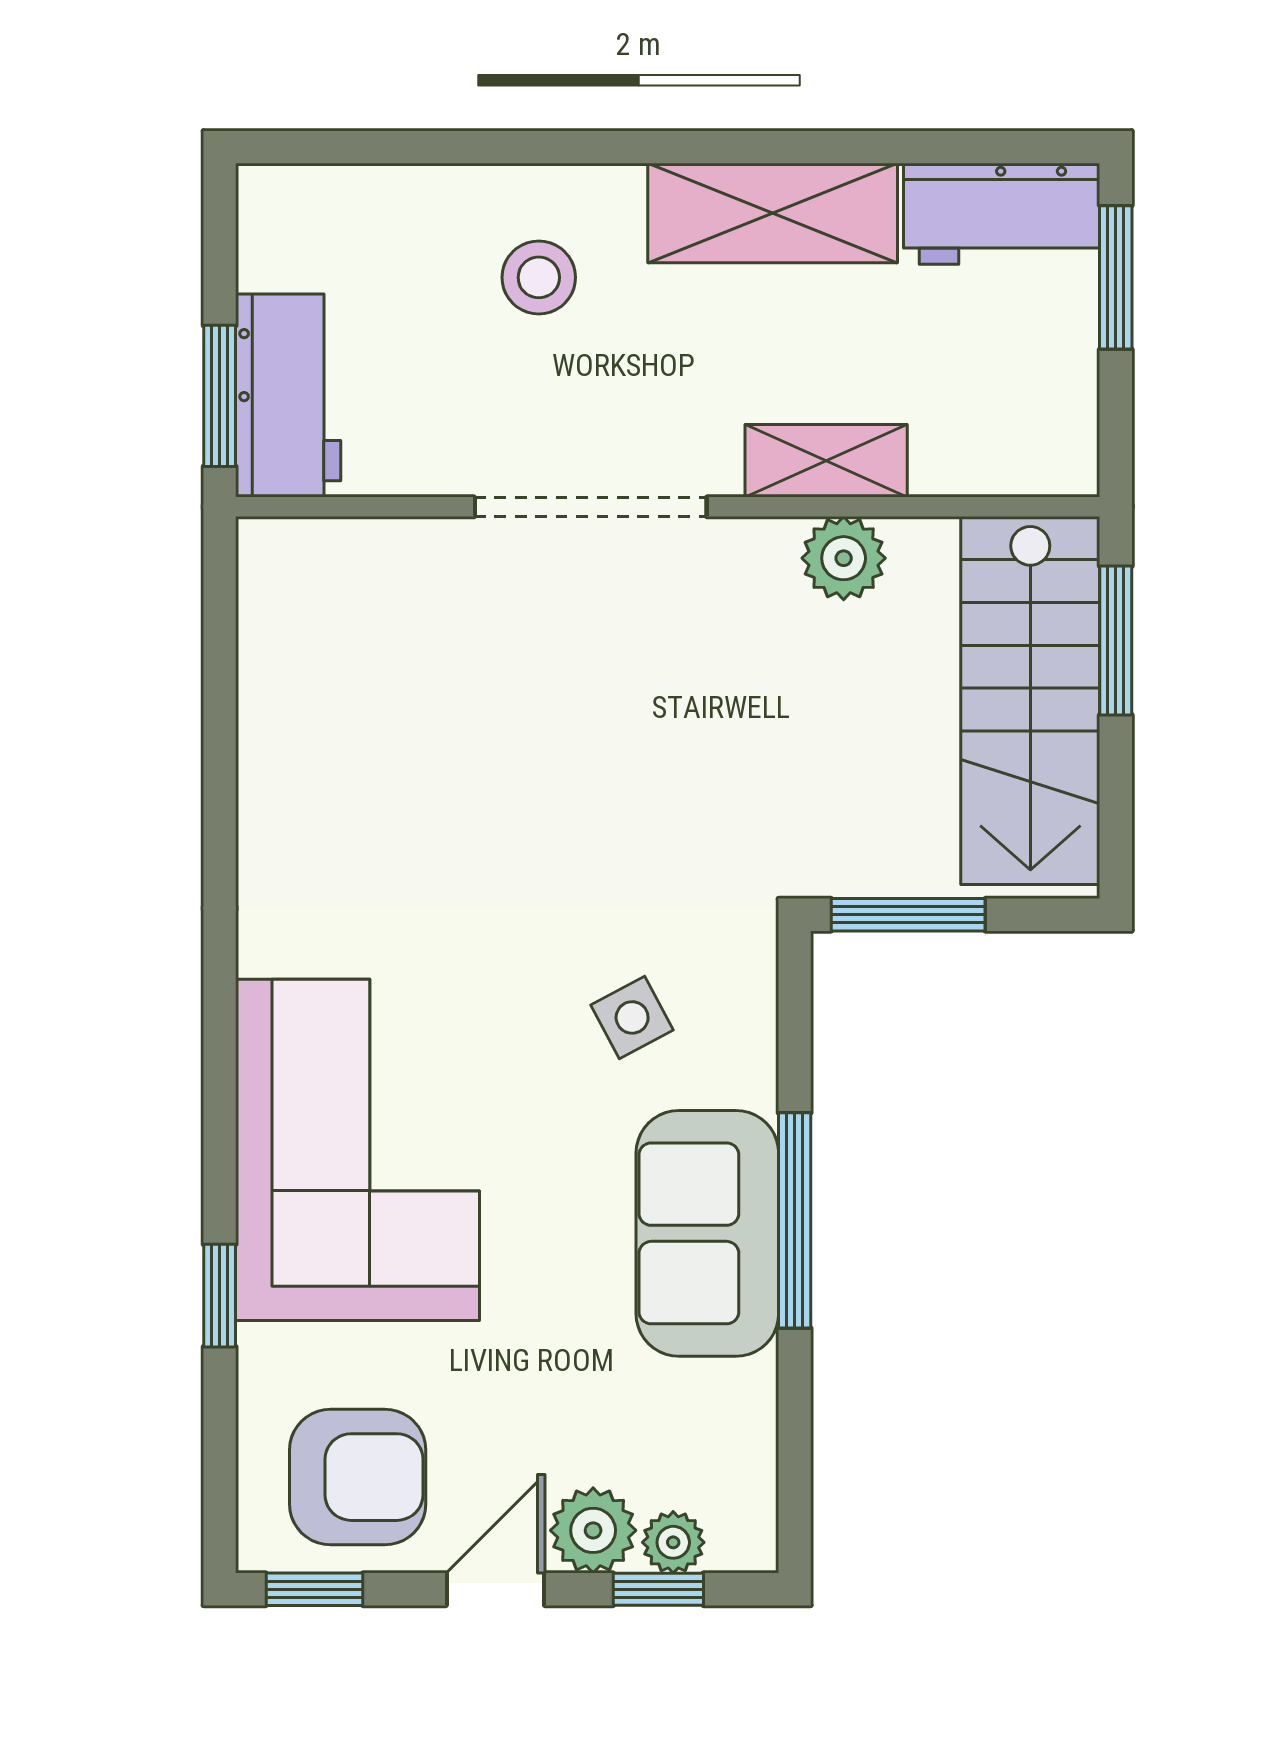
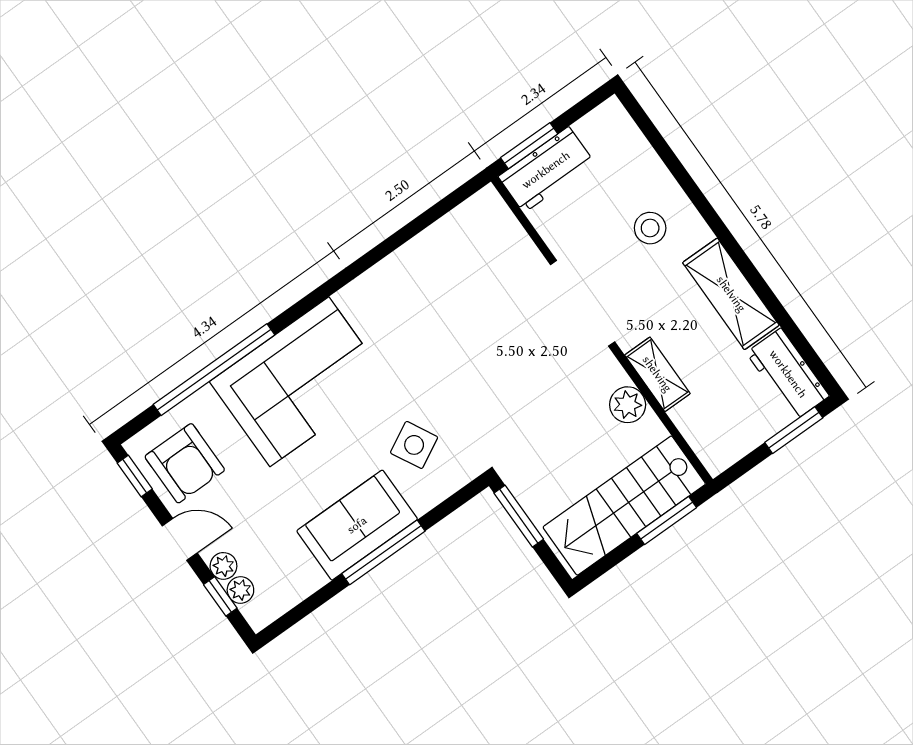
side table: (632, 1017) -> (414, 445), width x1.37, depth x1.37
window: (220, 1296) -> (214, 370), width x3.17
plant: (593, 1530) -> (223, 566), width x0.73, depth x0.73

